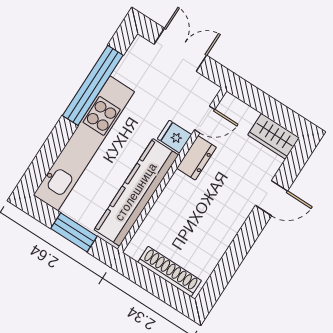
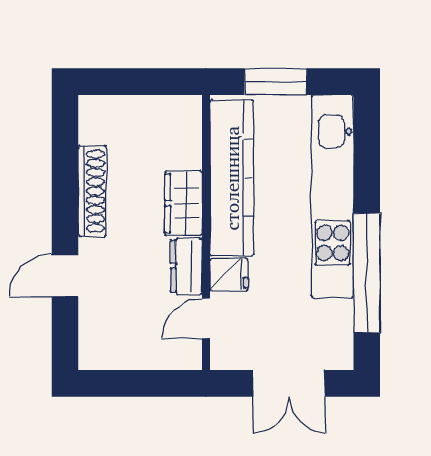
wardrobe: (274, 136) -> (183, 203), moved, turned -90
shoe rack: (170, 271) -> (92, 191), moved, turned -90

